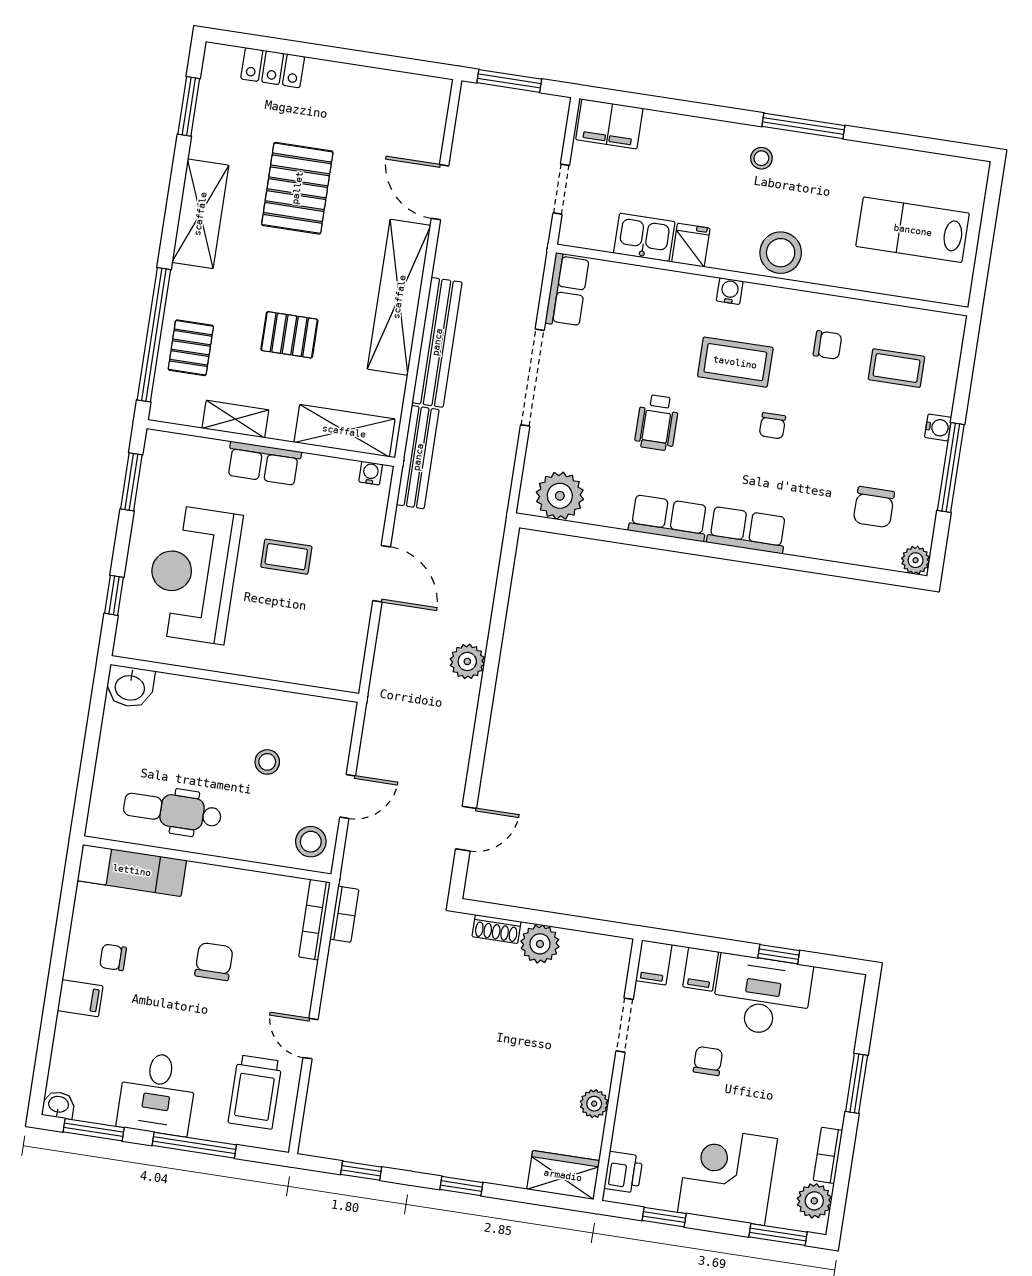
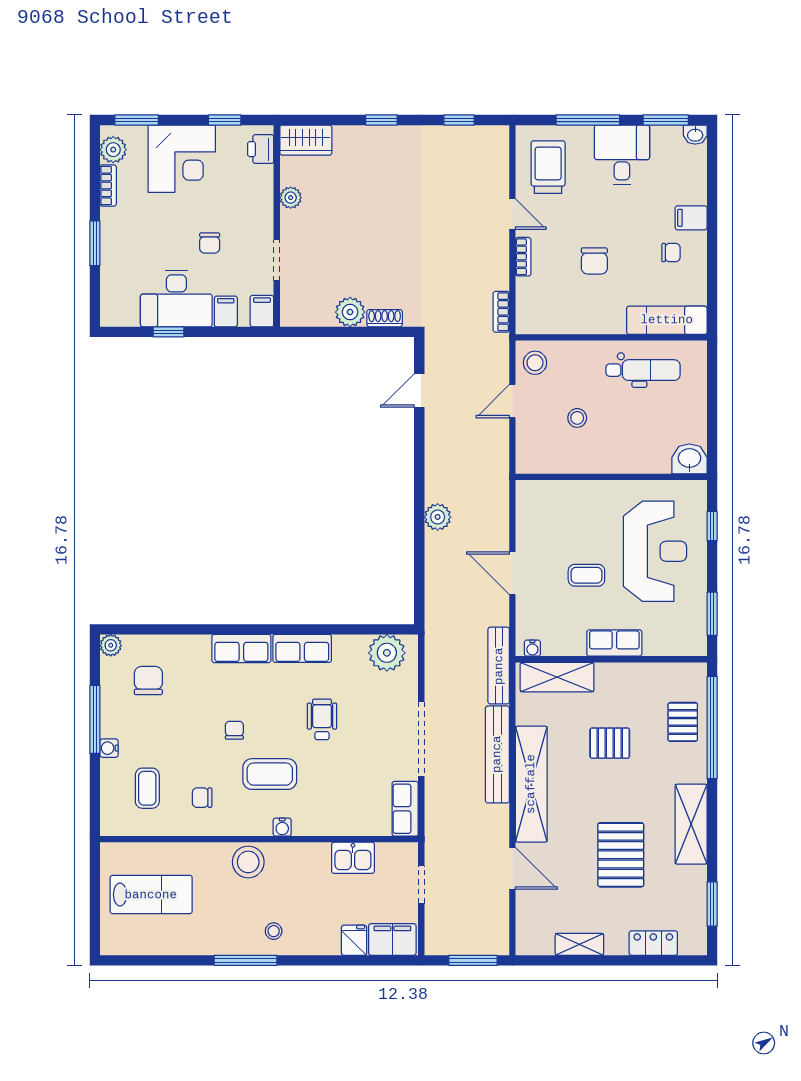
fridge: (691, 245) -> (354, 940), moved, turned 180
coffee table: (897, 368) -> (147, 788), turned 90
shelving: (235, 419) -> (579, 944), moved
bookcase: (314, 920) -> (523, 257), moved, width x0.64

